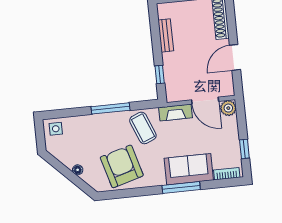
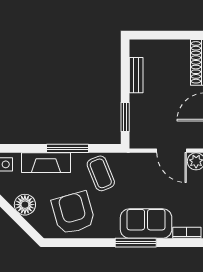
window: (160, 75) -> (125, 117), width x1.50
fireplace: (175, 113) -> (46, 163), moved, width x1.37, depth x1.32
floor lamp: (78, 170) -> (25, 205), width x1.89, depth x1.89

